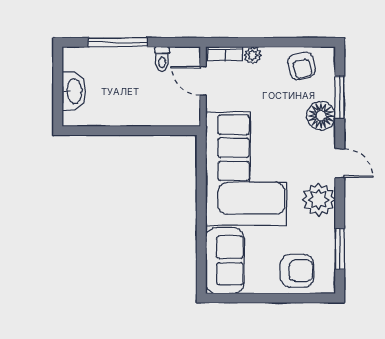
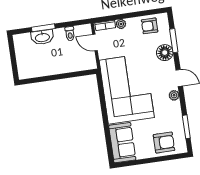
window: (118, 42) -> (43, 28), width x0.69
armchair: (302, 66) -> (150, 26), turned 105
washbasin: (74, 91) -> (42, 37), moved, turned 90
plant: (319, 200) -> (174, 95), width x0.53, depth x0.53

